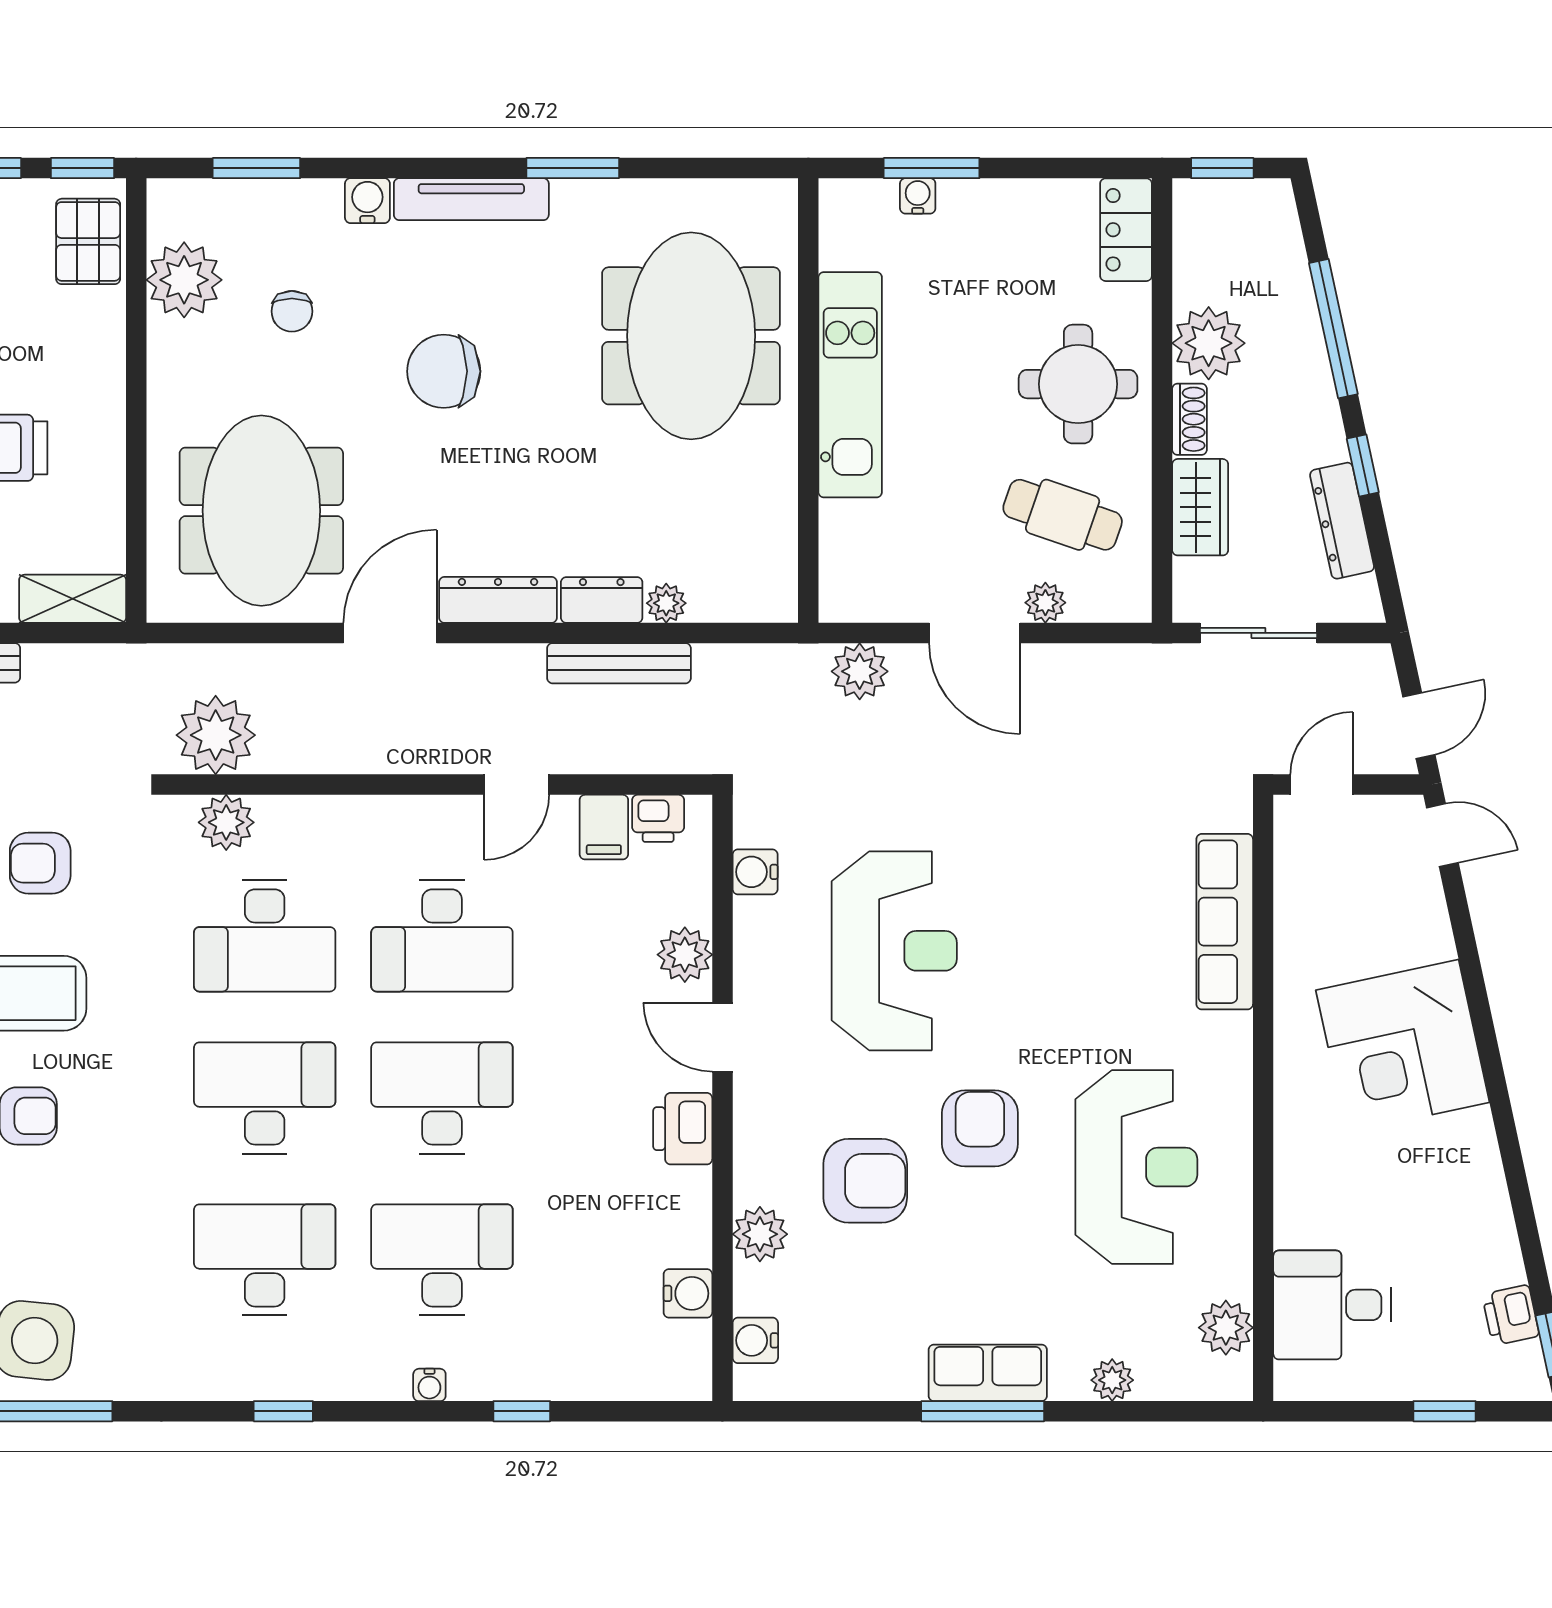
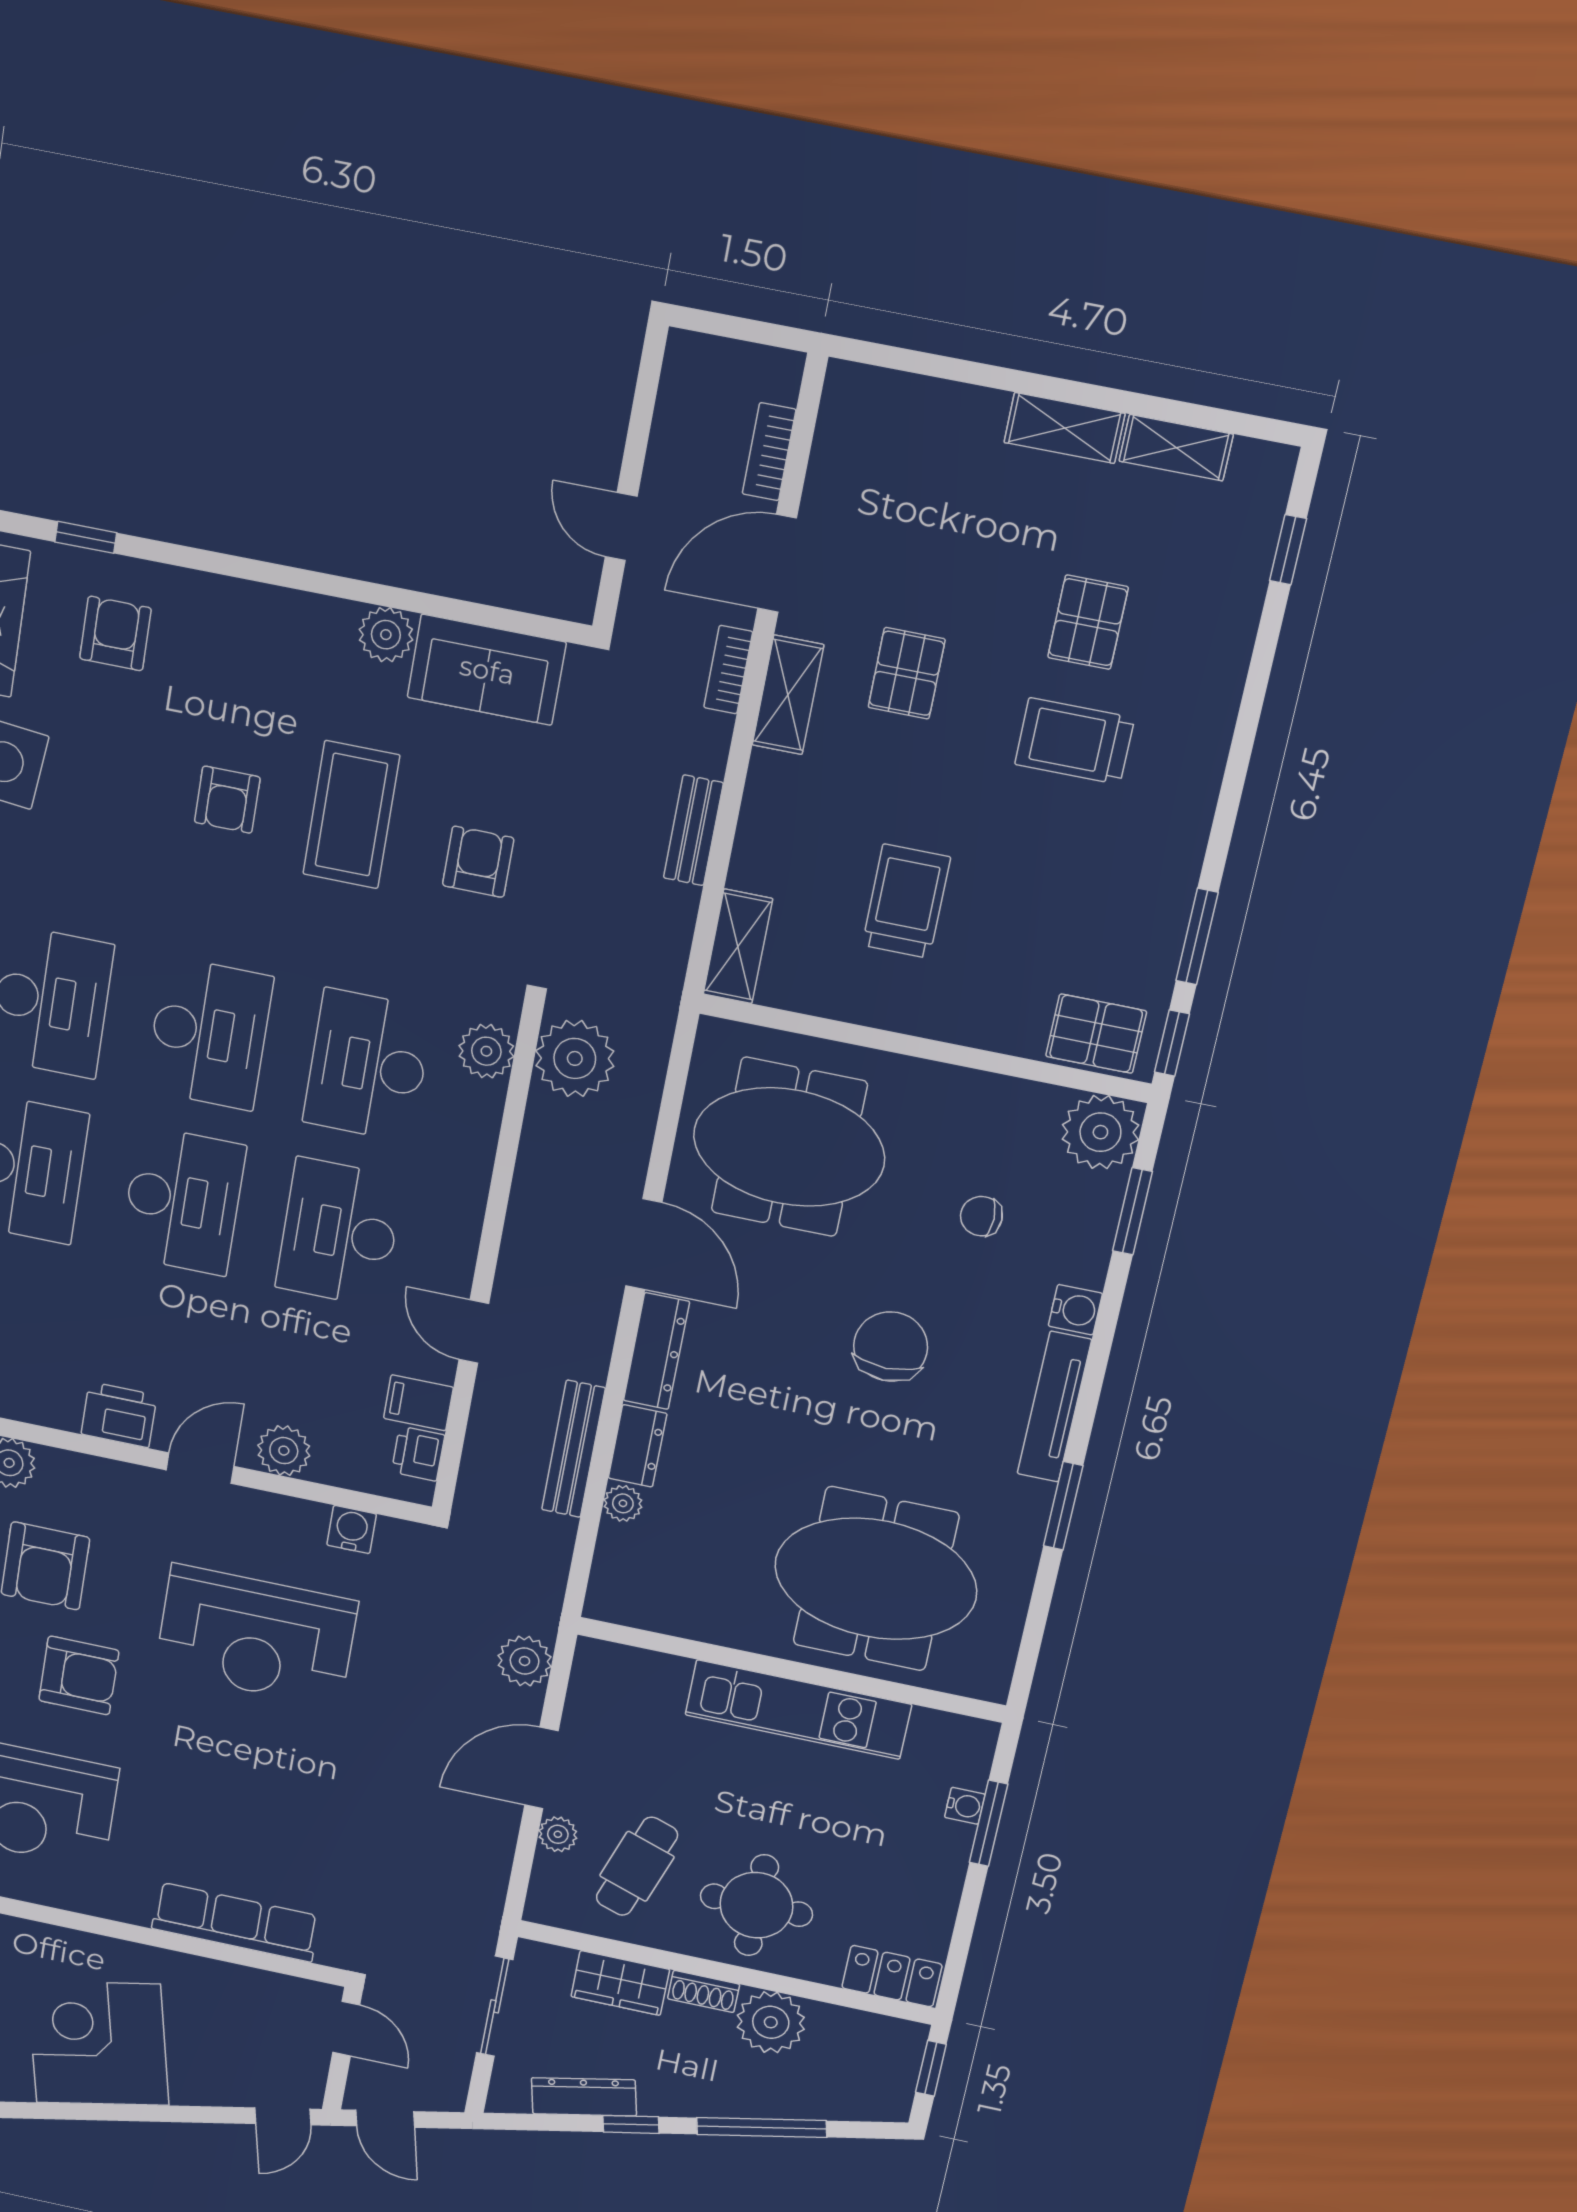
plant: (184, 280) -> (1100, 1132), moved

